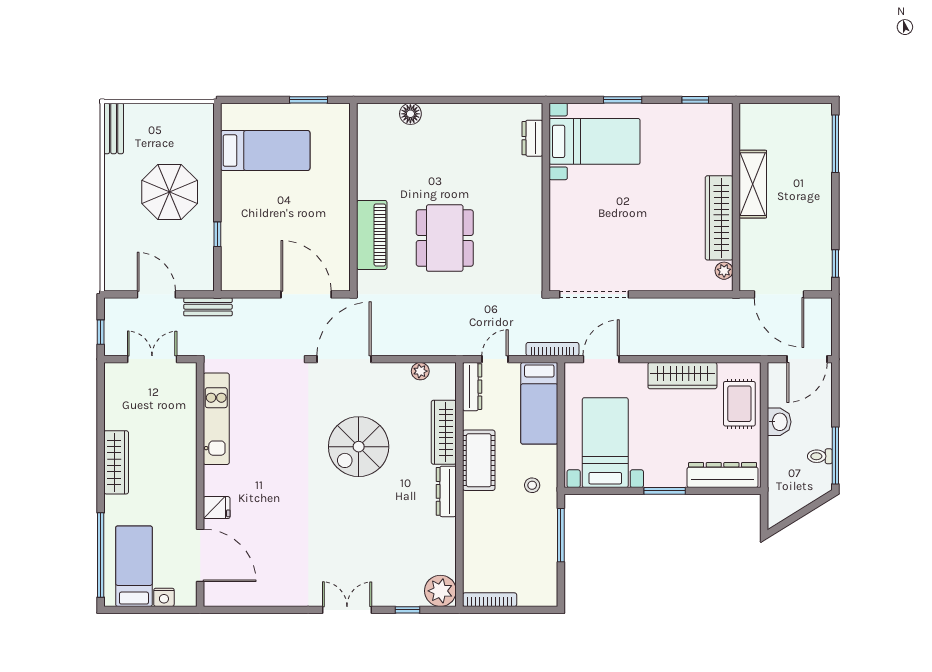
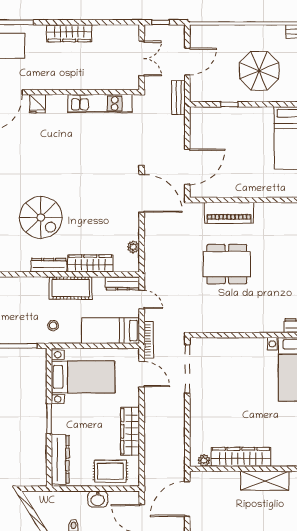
spiral stairs: (359, 447) -> (41, 217), moved, turned 180

